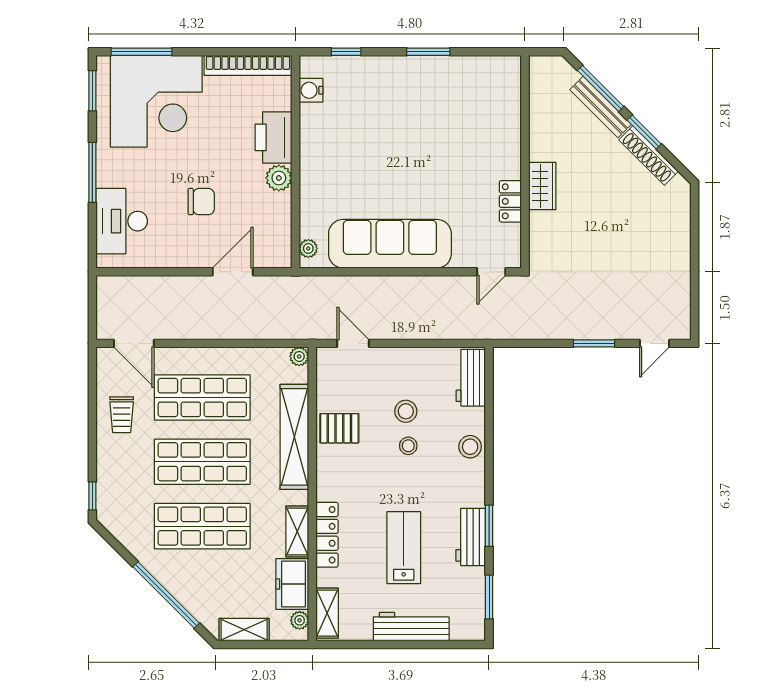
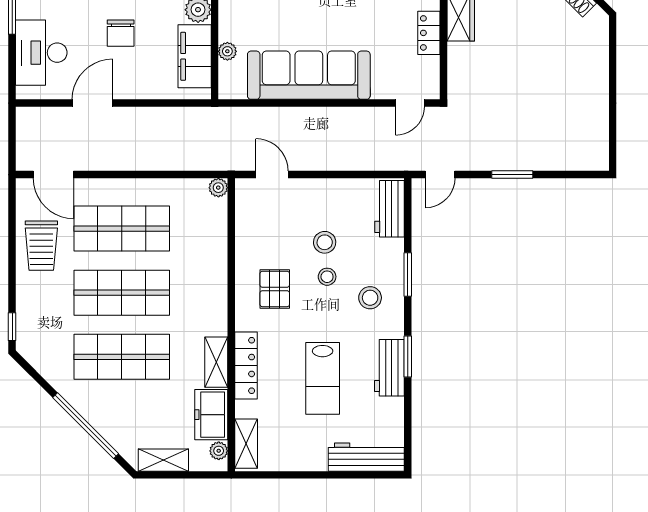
chair: (201, 202) -> (121, 33), turned 90
filing cabinet: (275, 225) -> (195, 56), added
plant: (308, 248) -> (227, 51), moved
door: (233, 272) -> (92, 103), moved
door: (654, 343) -> (440, 175), moved
trolley: (122, 415) -> (41, 246), width x1.36, depth x1.39
pallet: (339, 428) -> (275, 289), moved, turned 90
shelving: (294, 437) -> (213, 268), removed
stool: (470, 447) -> (370, 298), moved
lab bench: (404, 548) -> (323, 378), turned 180
window: (489, 597) -> (408, 275), moved
workbench: (411, 627) -> (366, 457), moved

